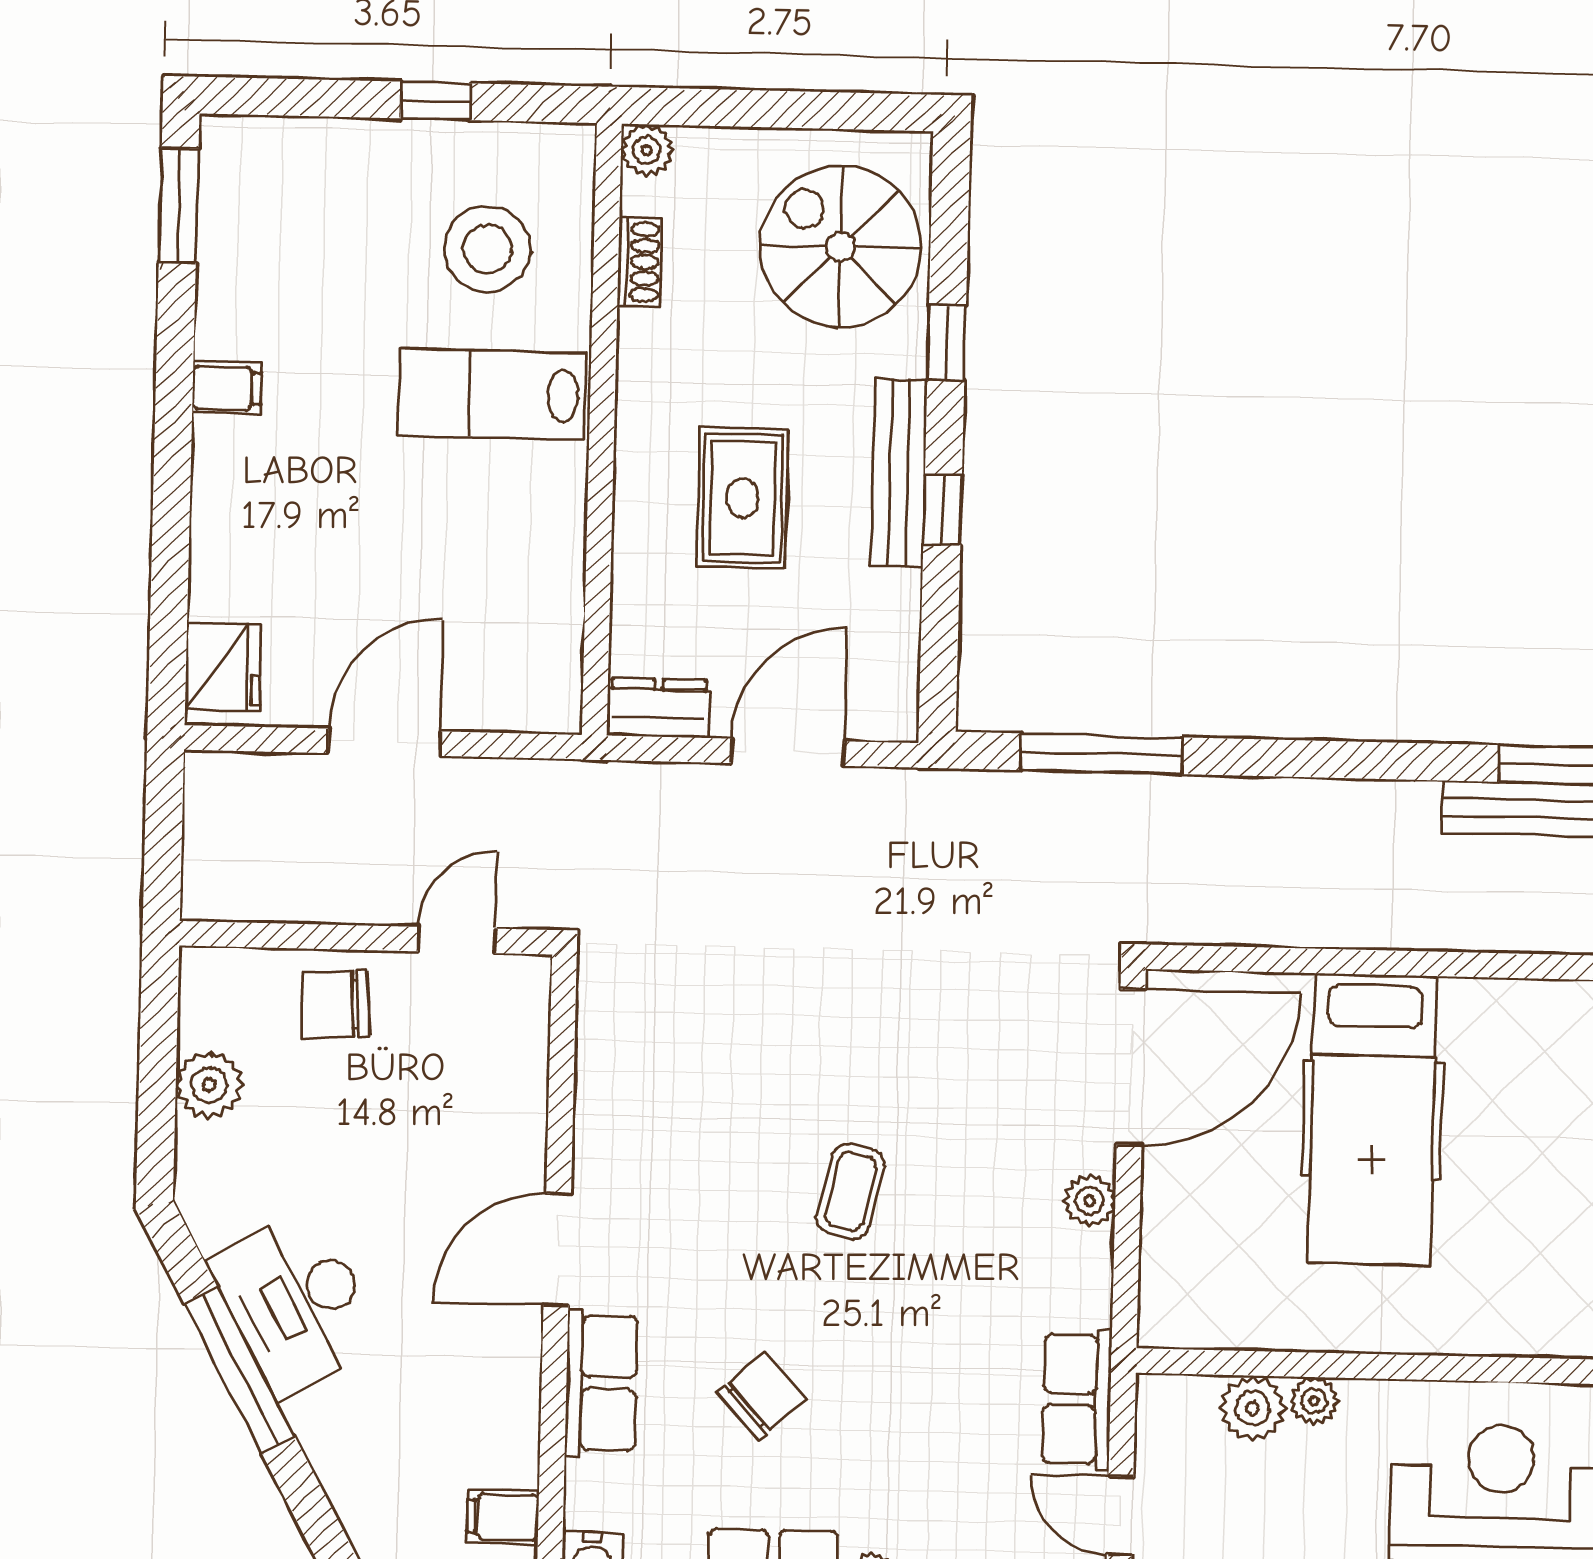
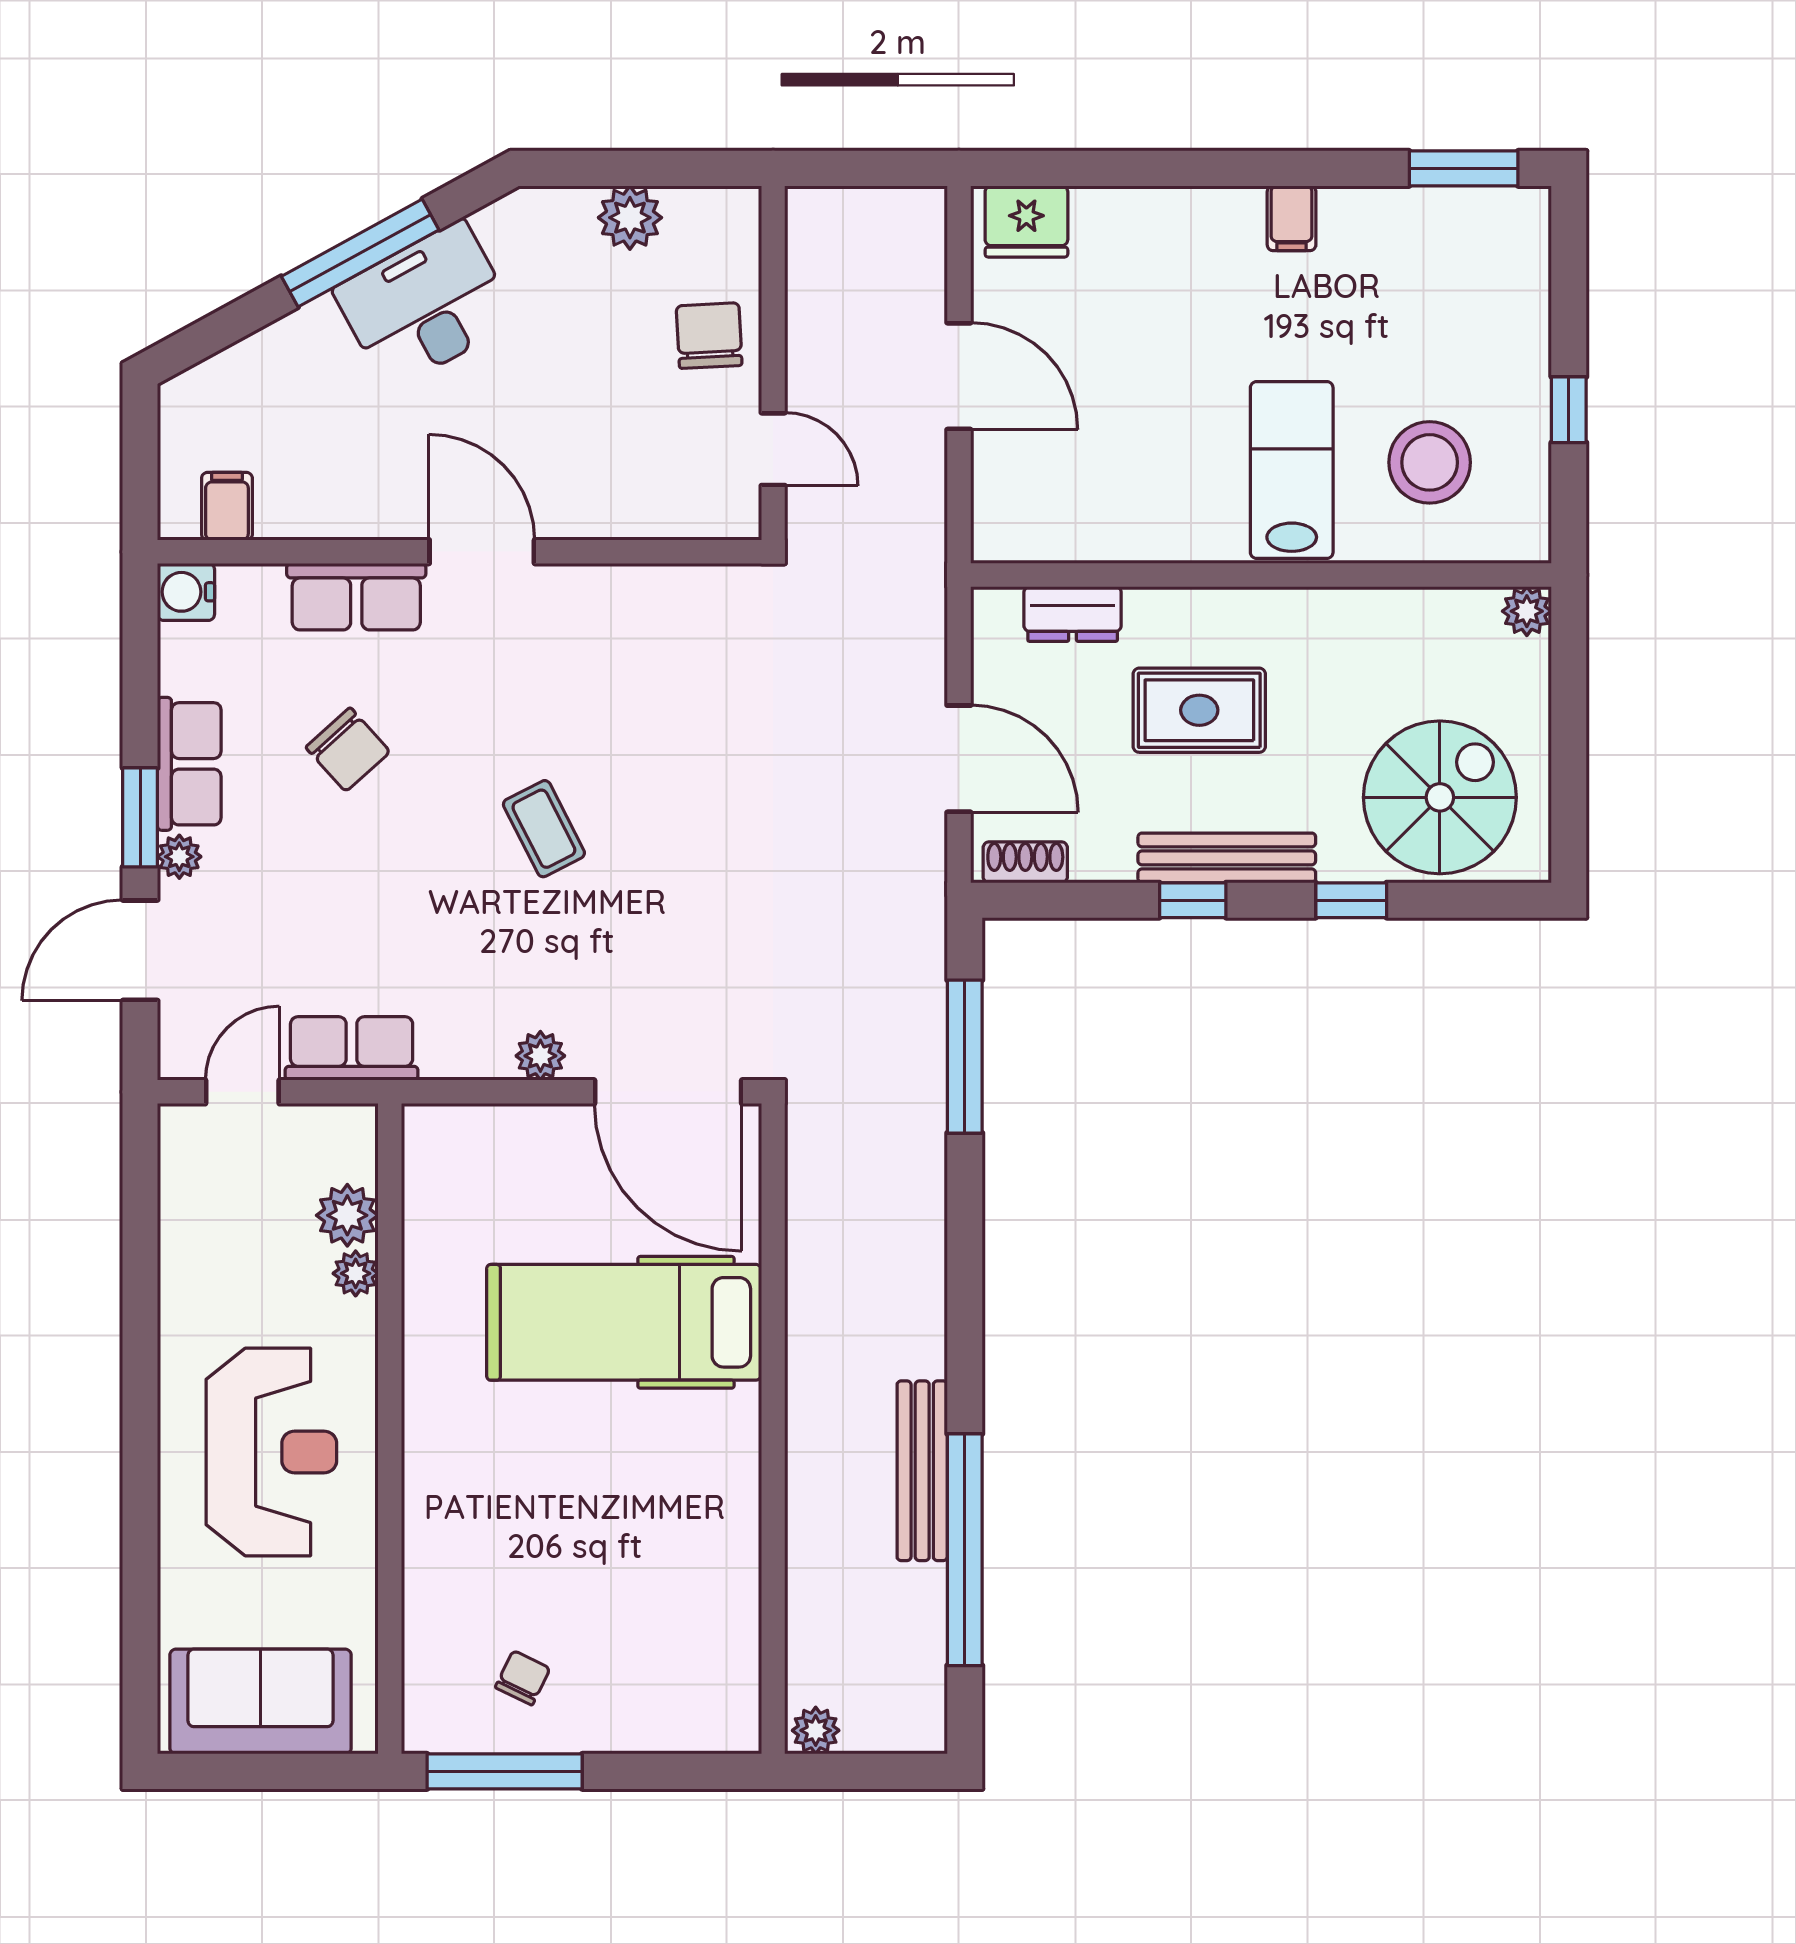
shoe rack: (640, 262) -> (1025, 862), moved, turned 180
dresser: (658, 708) -> (1073, 614), moved, turned 90
coffee table: (851, 1191) -> (544, 829), turned 50

